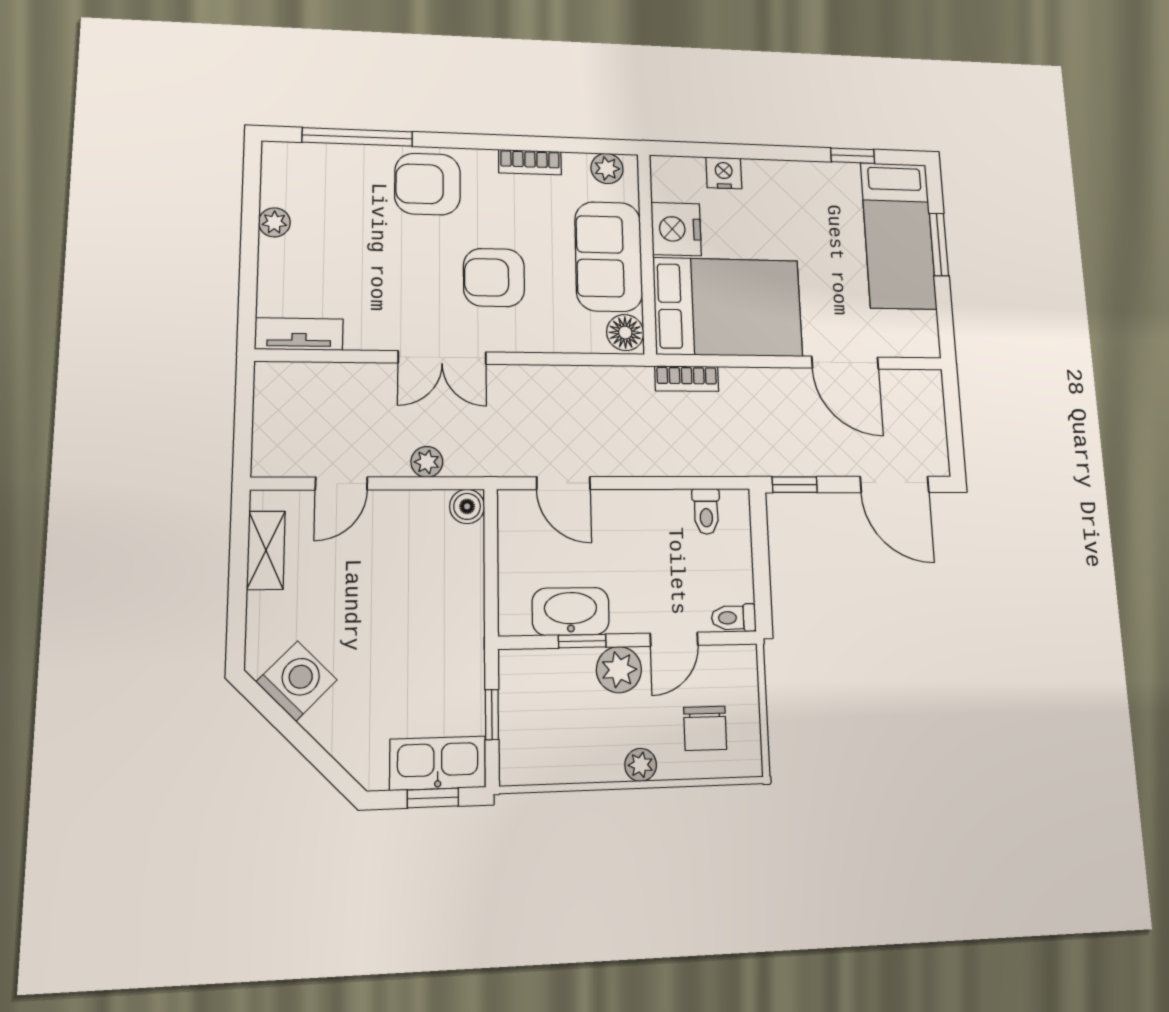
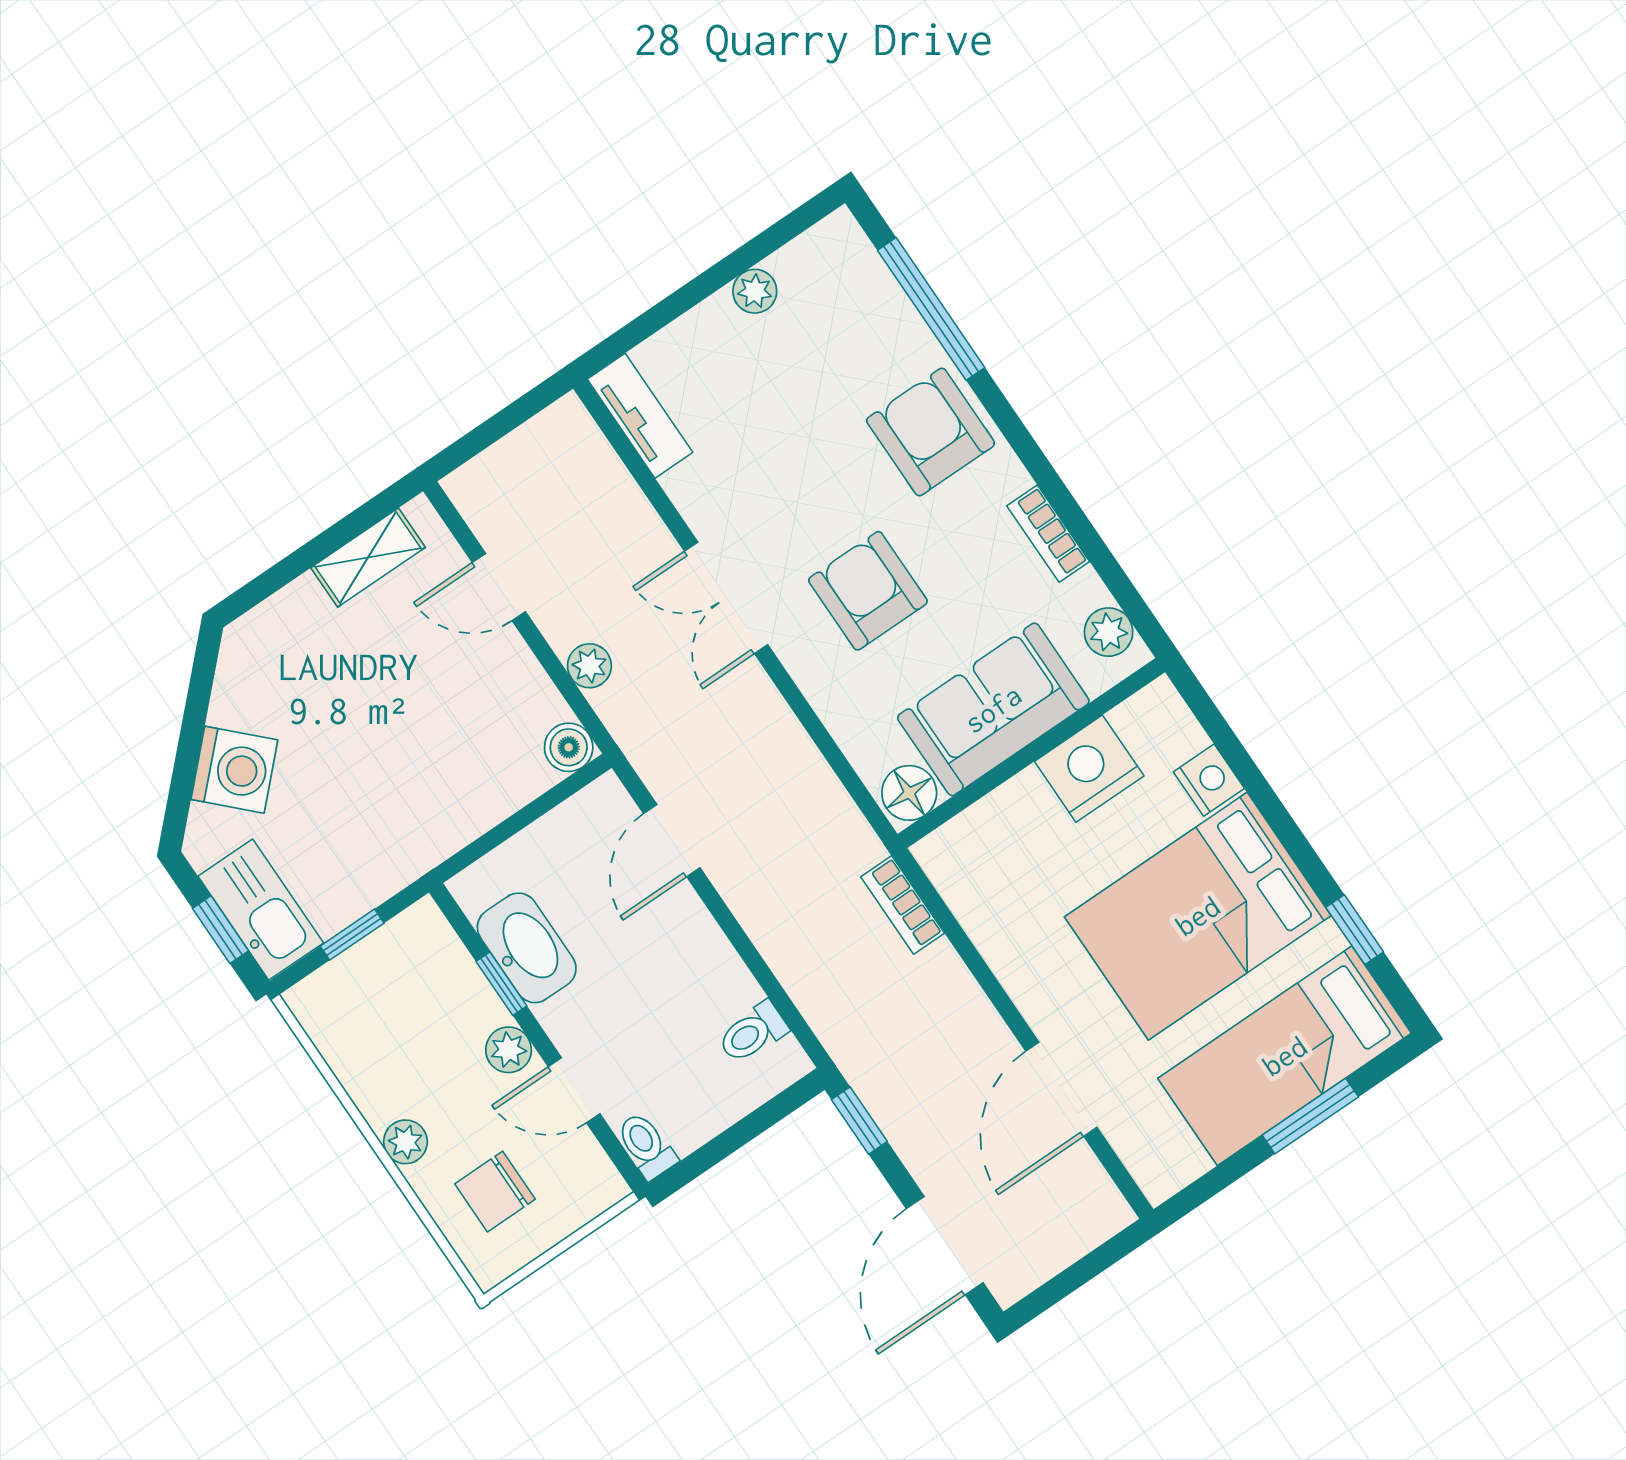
bed: (728, 307) -> (1198, 916), moved, turned 90
plant: (619, 670) -> (509, 1050), width x0.73, depth x0.73
washing machine: (297, 681) -> (234, 770), moved

